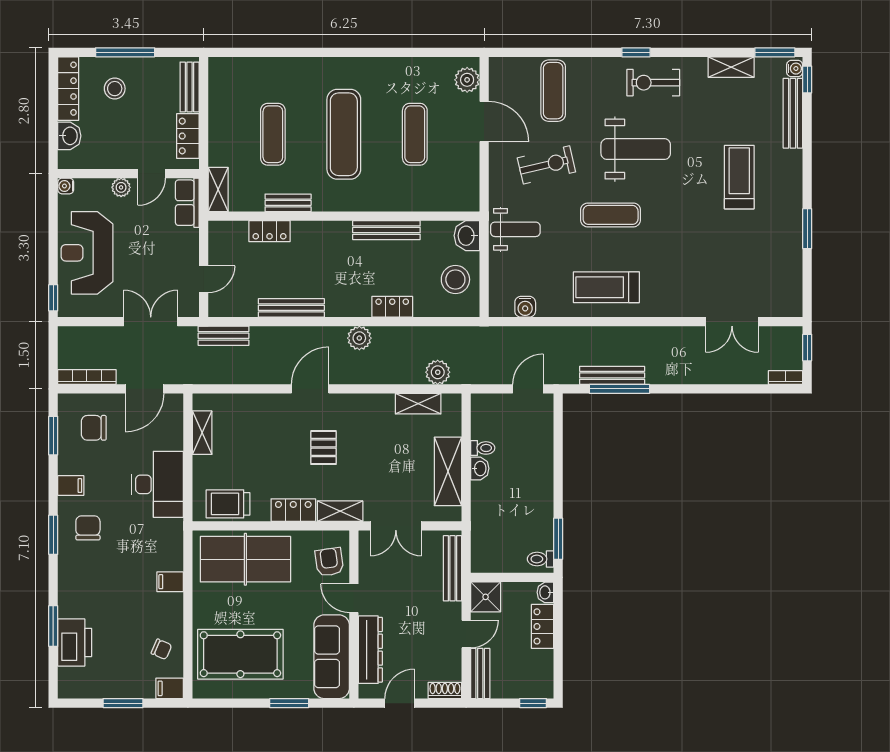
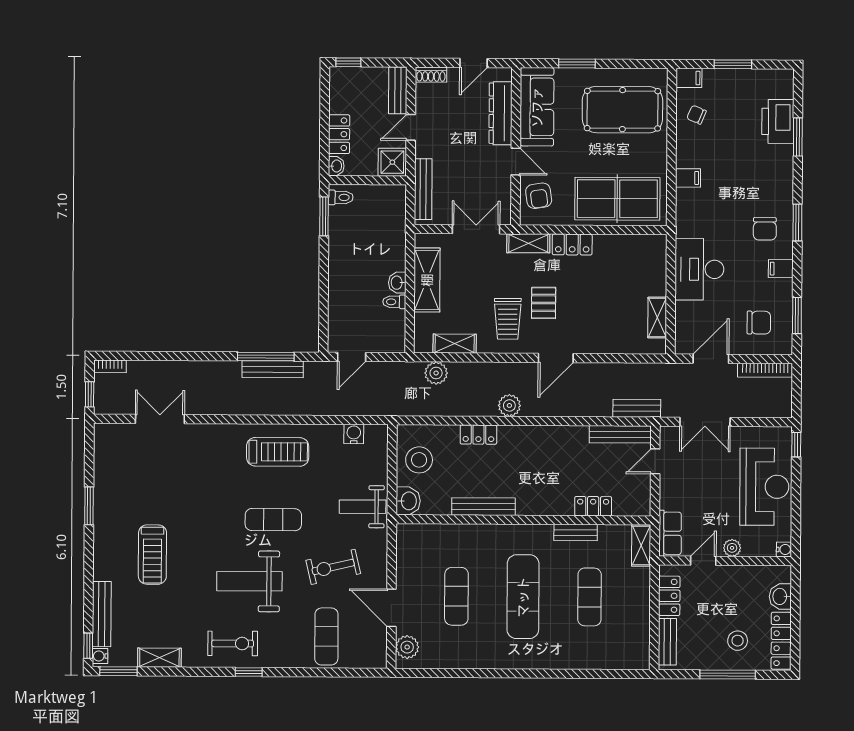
bench: (291, 308) -> (620, 434), moved
trolley: (228, 504) -> (508, 319), moved, turned 90

